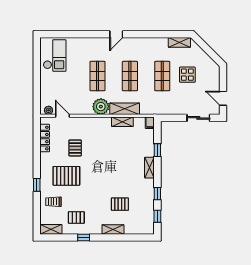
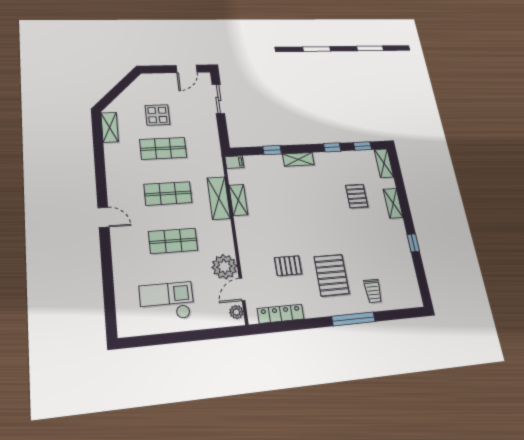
checkout: (55, 55) -> (167, 301), moved
plant: (101, 107) -> (224, 267), moved
window: (37, 185) -> (354, 319), width x2.17
pallet: (76, 218) -> (388, 255), removed
shelving: (51, 229) -> (384, 163), moved

